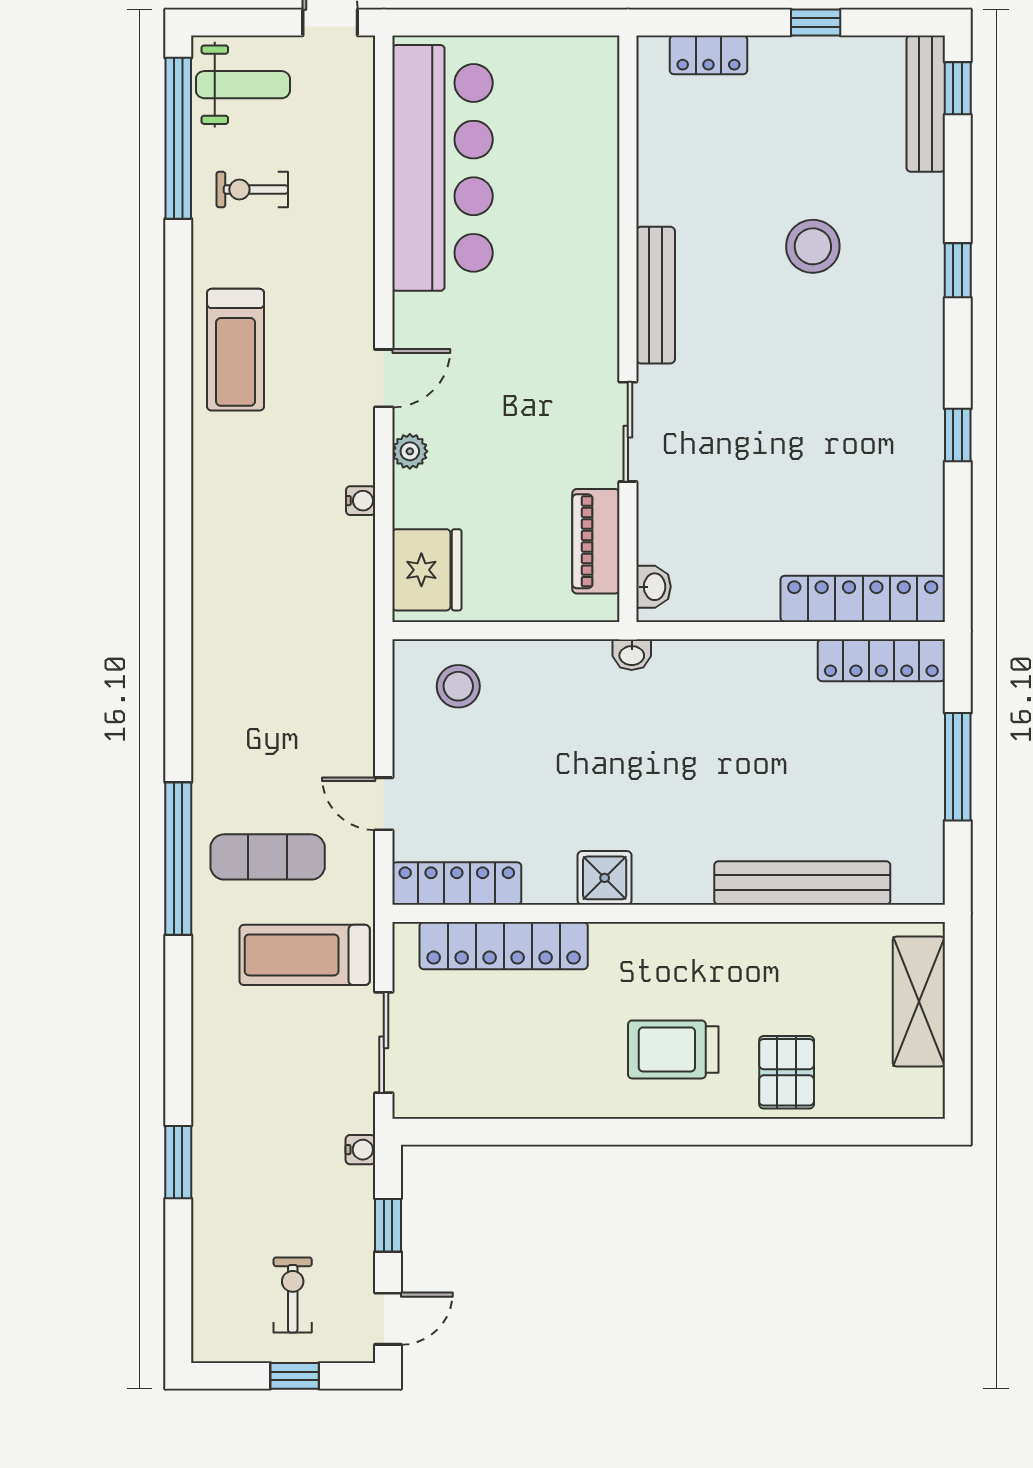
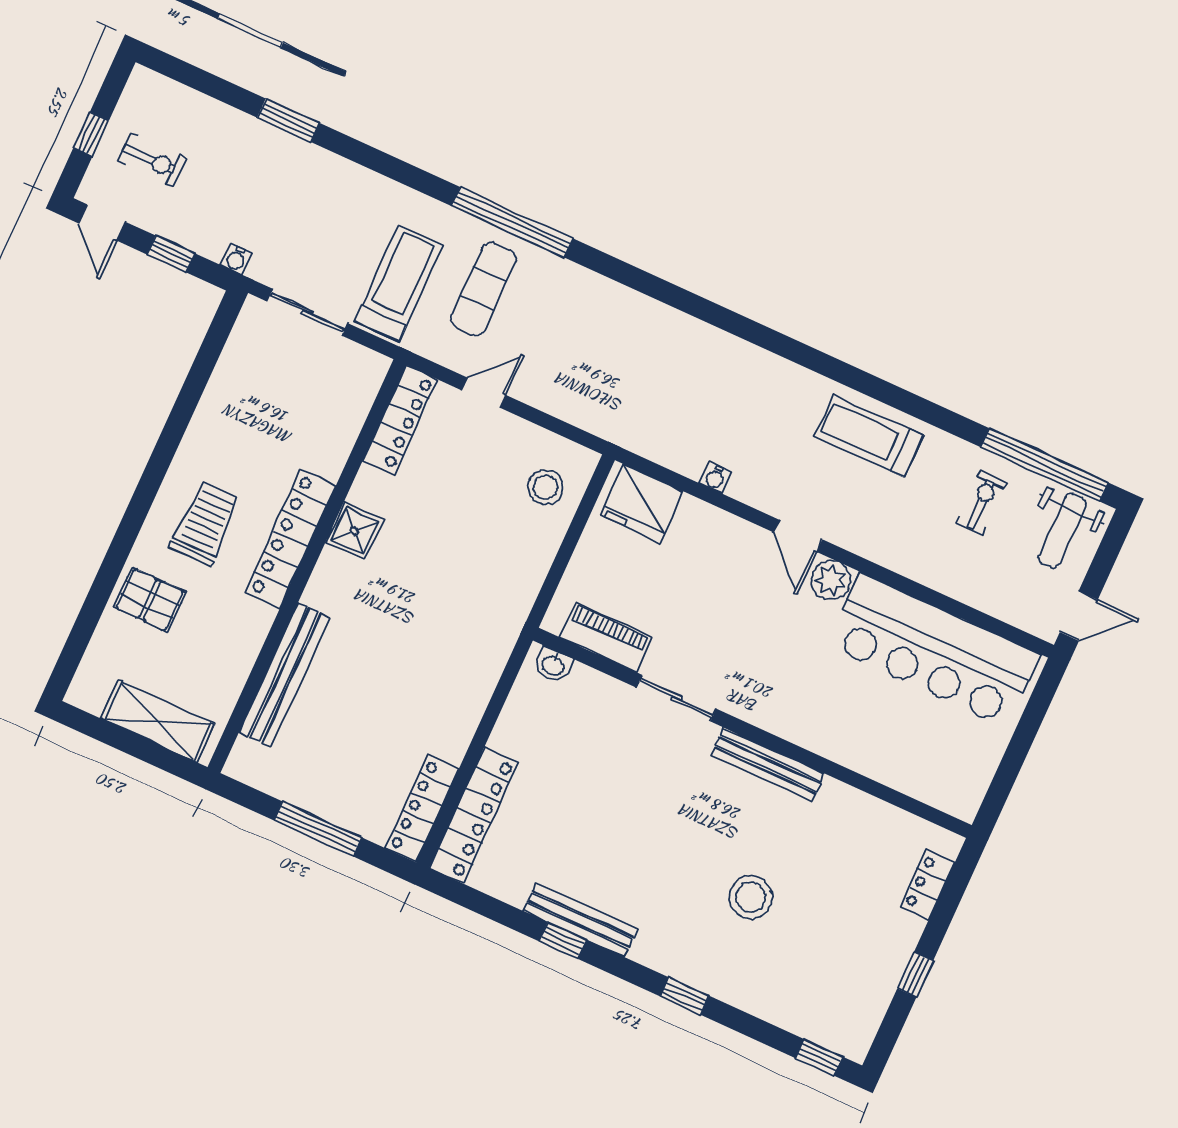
bench: (926, 104) -> (580, 920), moved
plant: (410, 451) -> (831, 580), moved, width x1.38, depth x1.38
washbasin: (632, 655) -> (510, 626), removed
locker: (504, 946) -> (291, 539), moved

